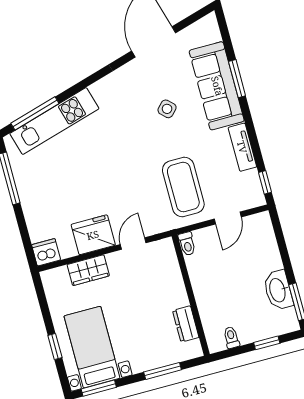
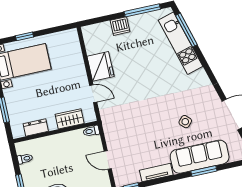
coffee table: (183, 187) -> (131, 130), removed
dishwasher: (46, 252) -> (120, 26), moved, turned 90
wardrobe: (88, 270) -> (70, 119), moved, turned 90

